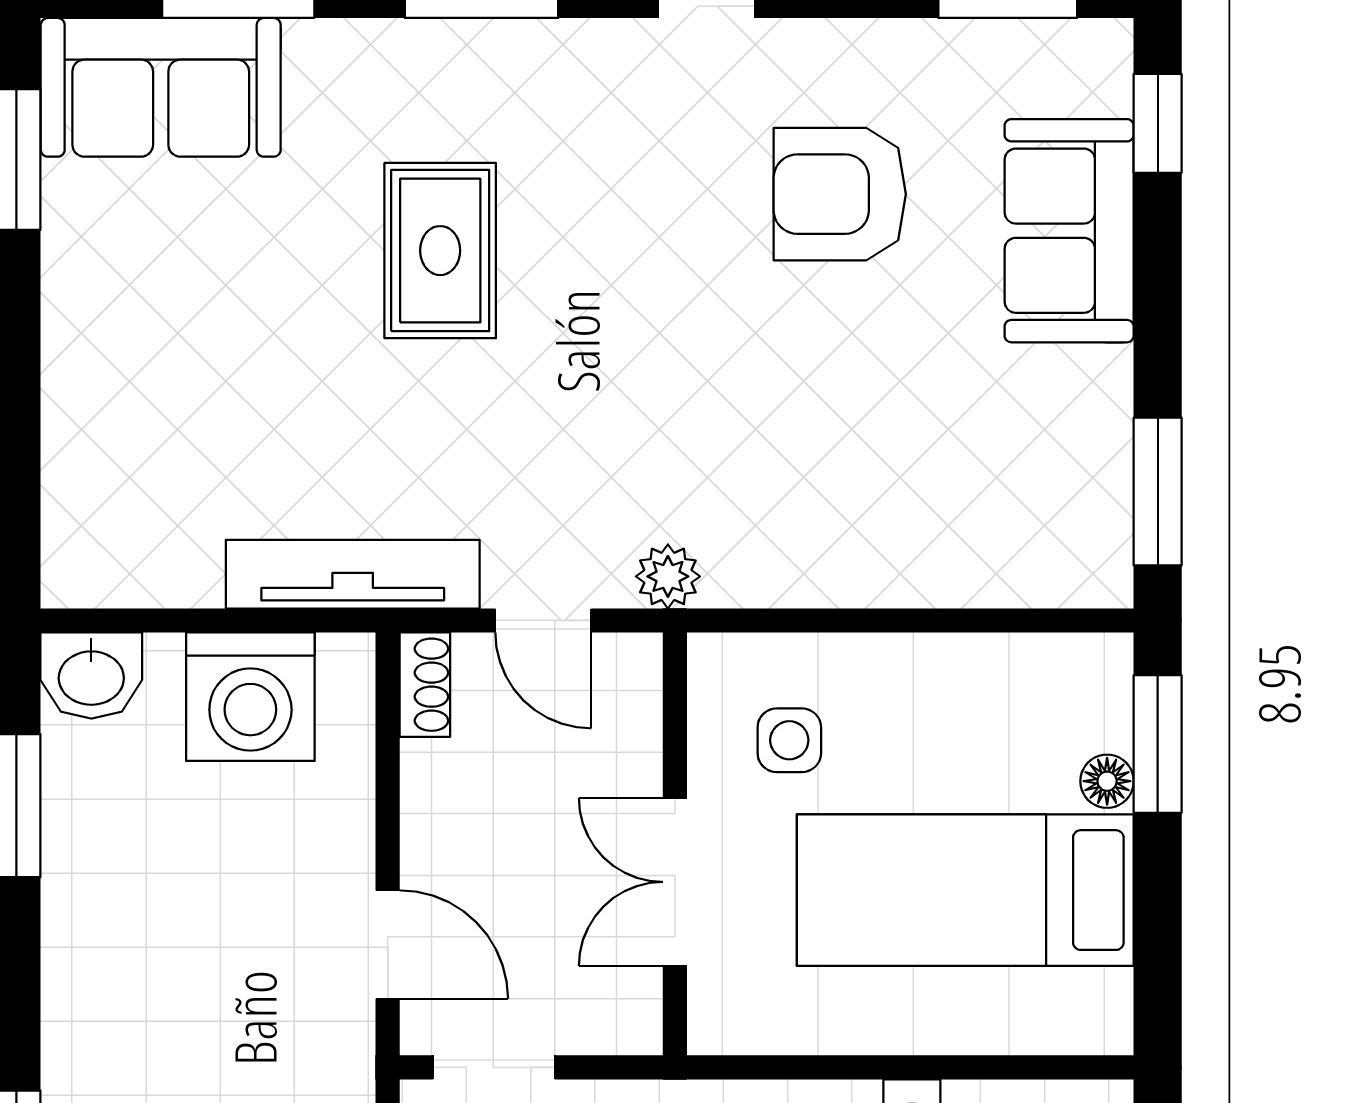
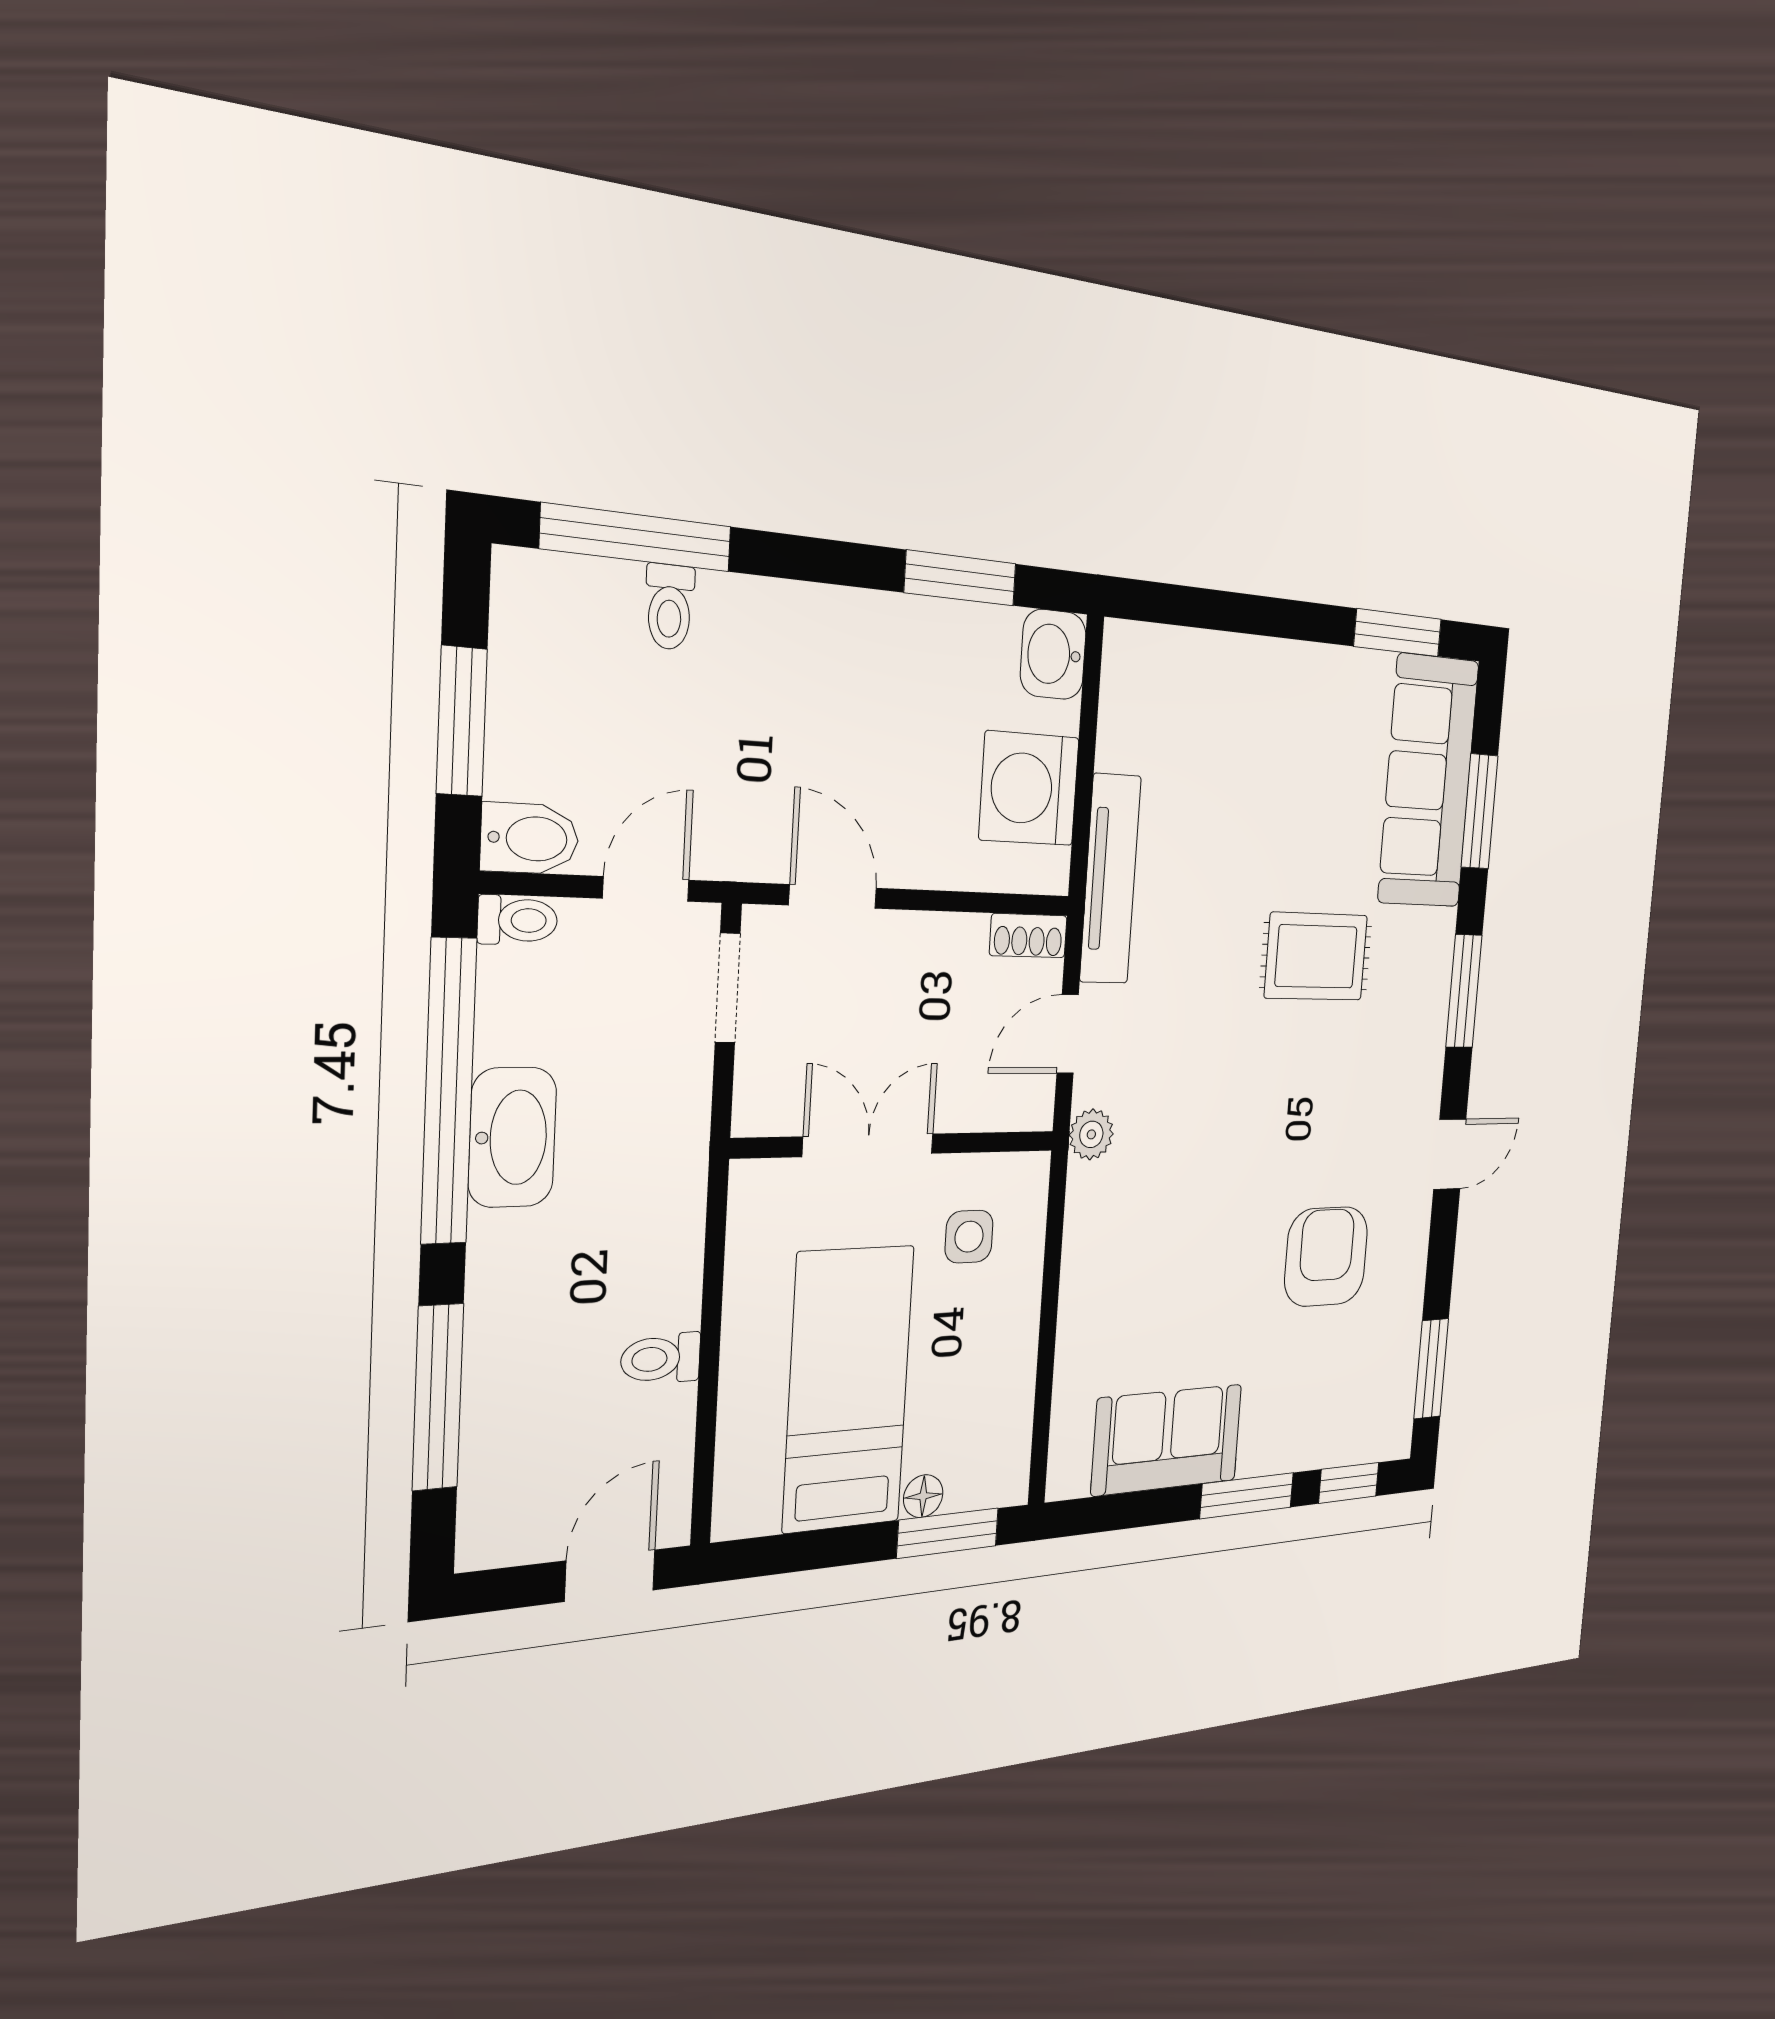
sofa: (161, 87) -> (1428, 781), width x1.36
sofa: (1069, 231) -> (1167, 1440), moved
window: (1158, 491) -> (1247, 1496), moved
door: (388, 945) -> (833, 897), swing flipped

